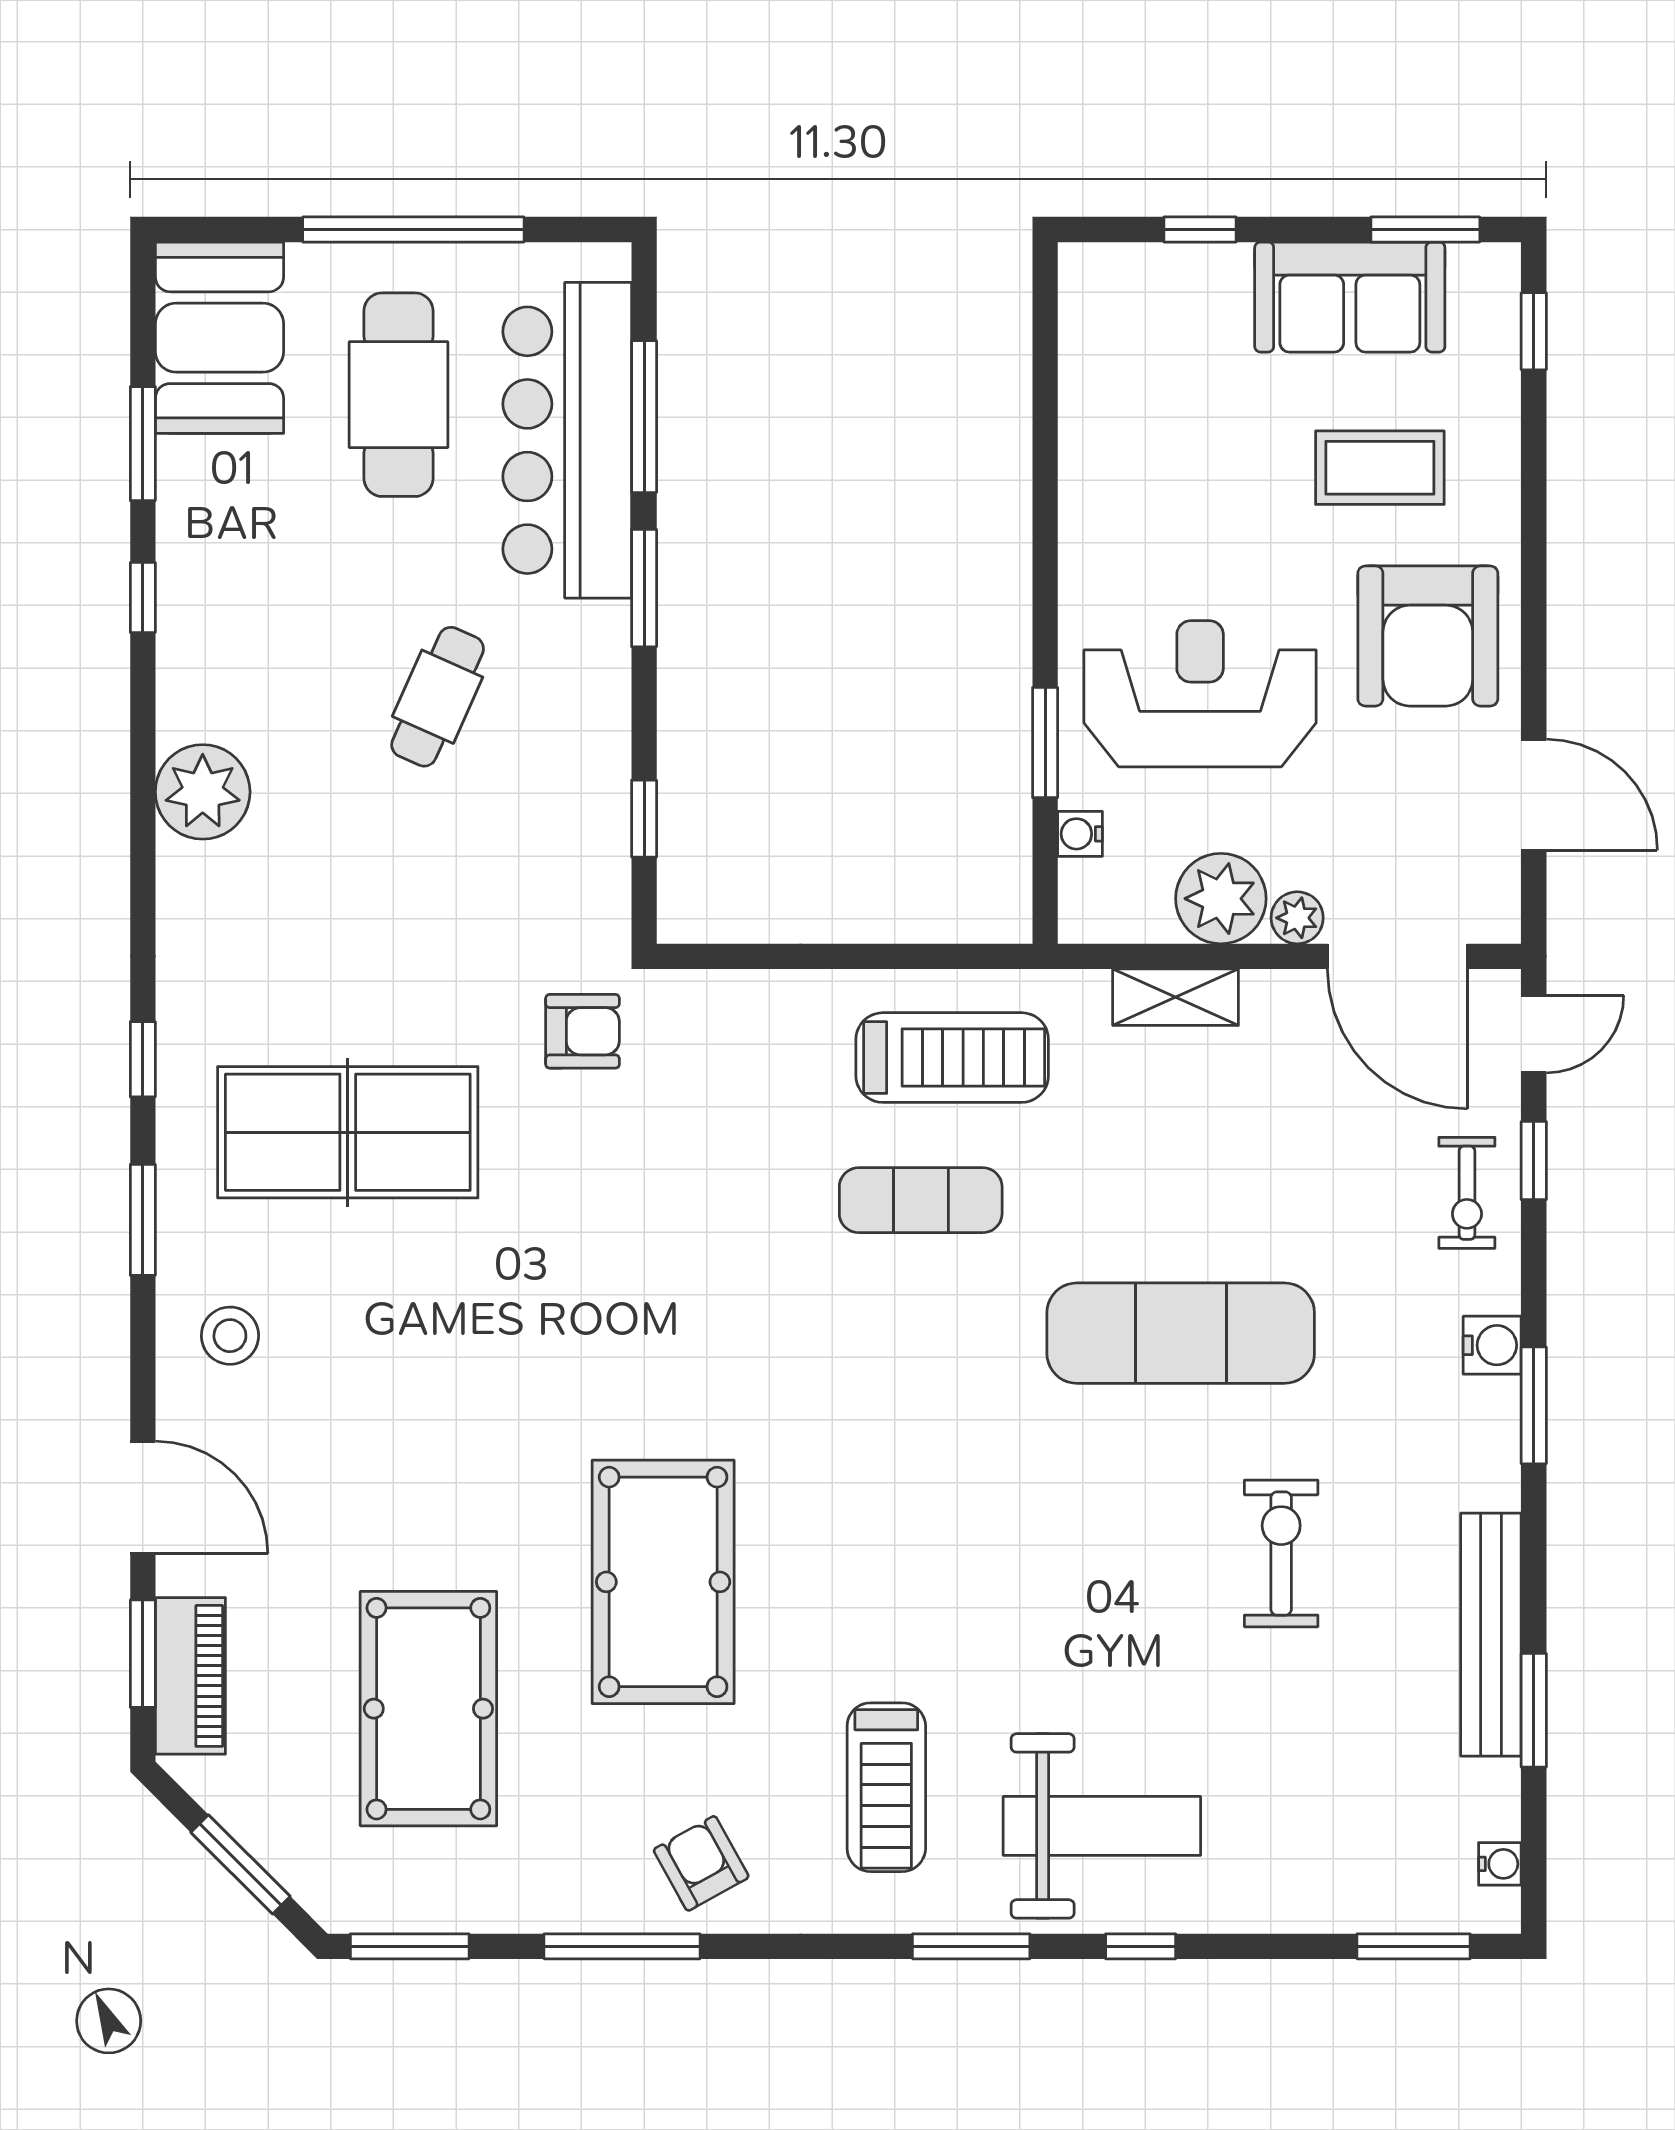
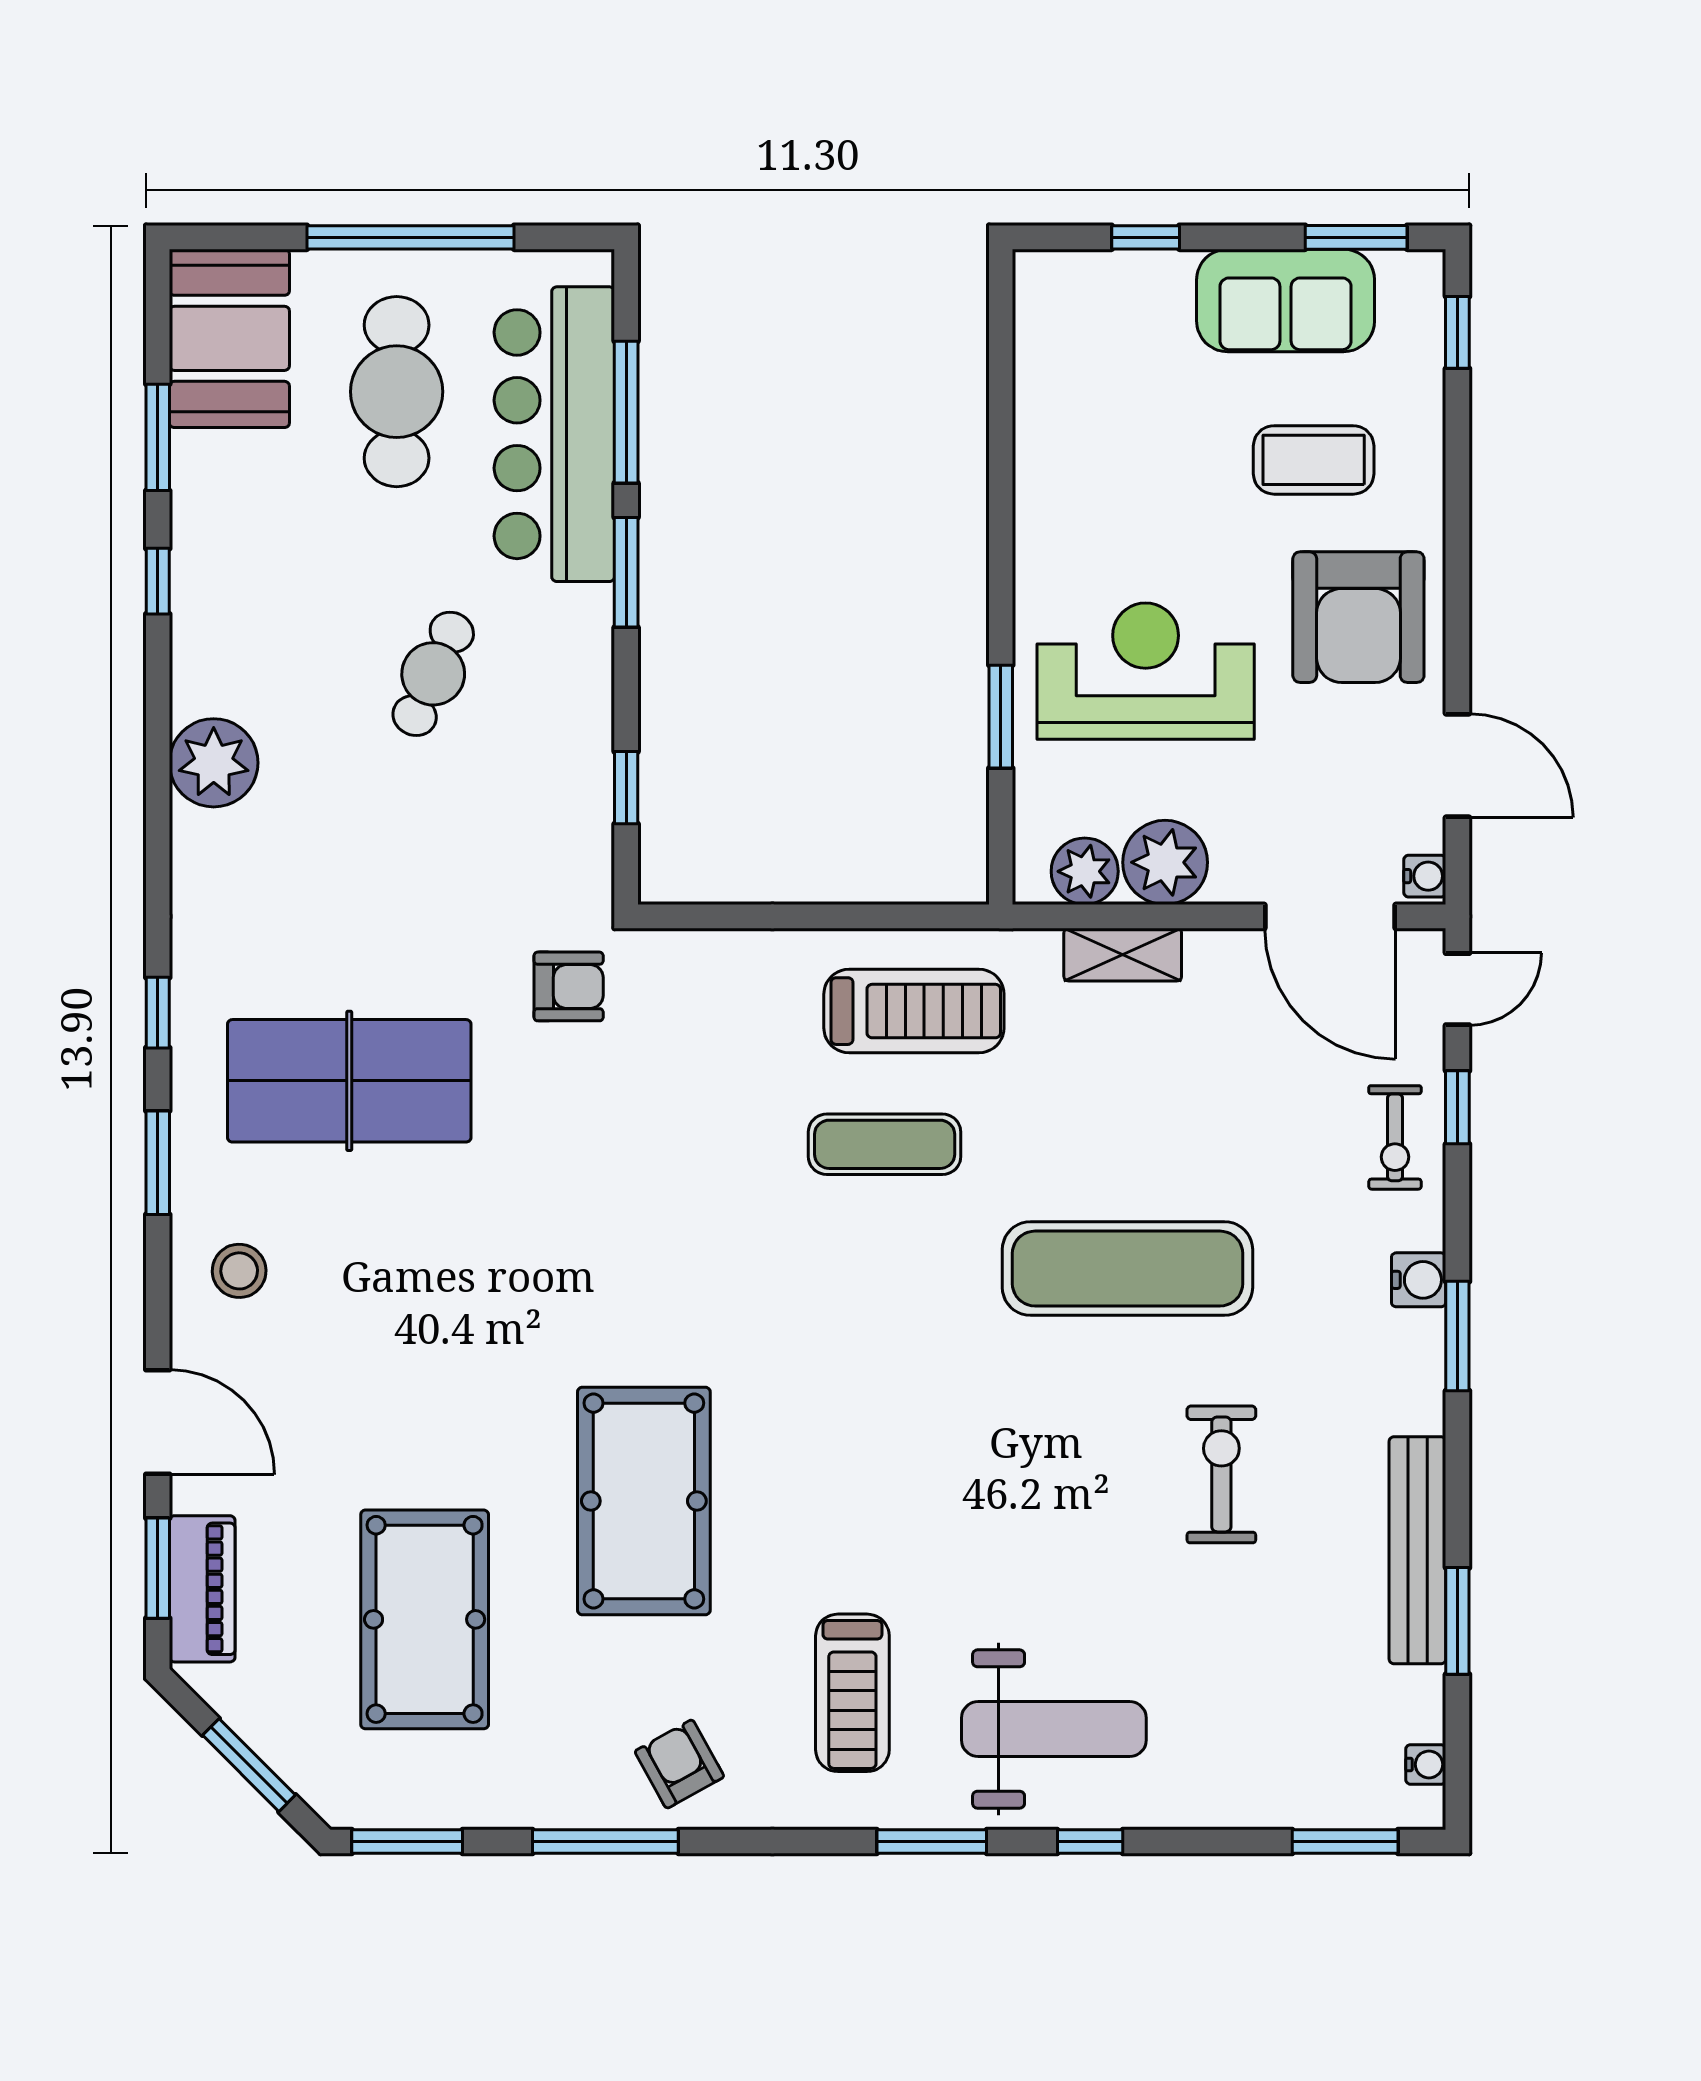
water cooler: (1080, 834) -> (1425, 876), moved, turned 180
plant: (1297, 918) -> (1085, 871), moved, width x1.38, depth x1.38

